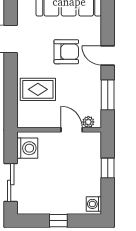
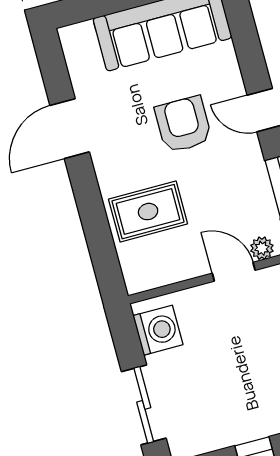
armchair: (66, 52) -> (183, 124), turned -90

